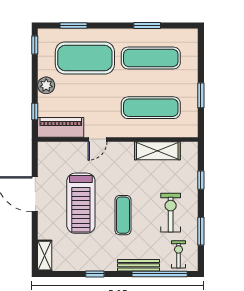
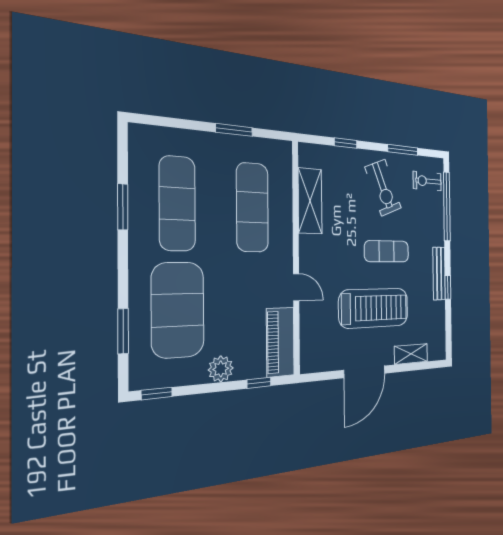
exercise bike: (171, 213) -> (383, 188), turned -112
shelving: (45, 256) -> (411, 354), moved
bench: (138, 265) -> (439, 274), moved

